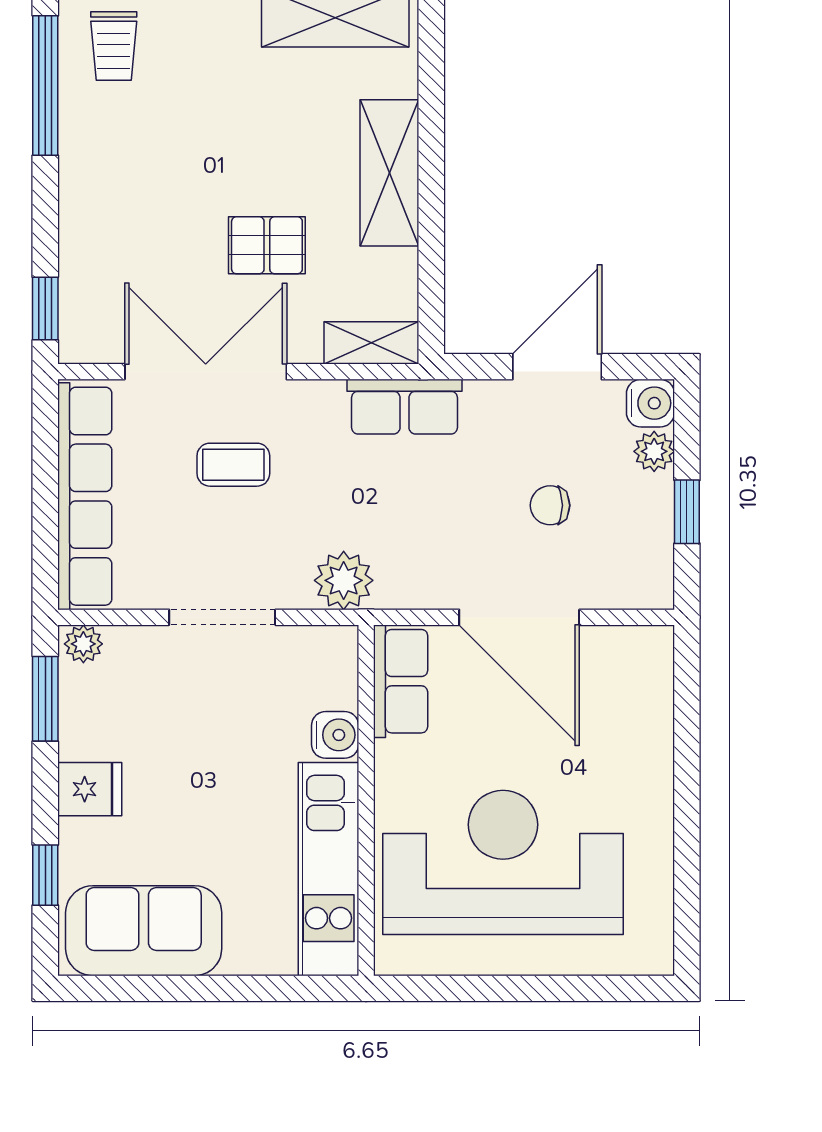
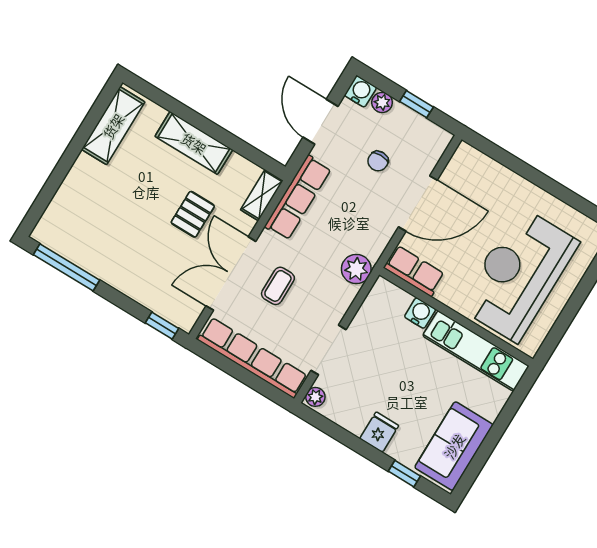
trolley: (114, 46) -> (67, 228), removed
row of seats: (404, 407) -> (298, 198), width x1.48
doorway: (222, 617) -> (328, 350), moved
window: (45, 699) -> (329, 428), removed

